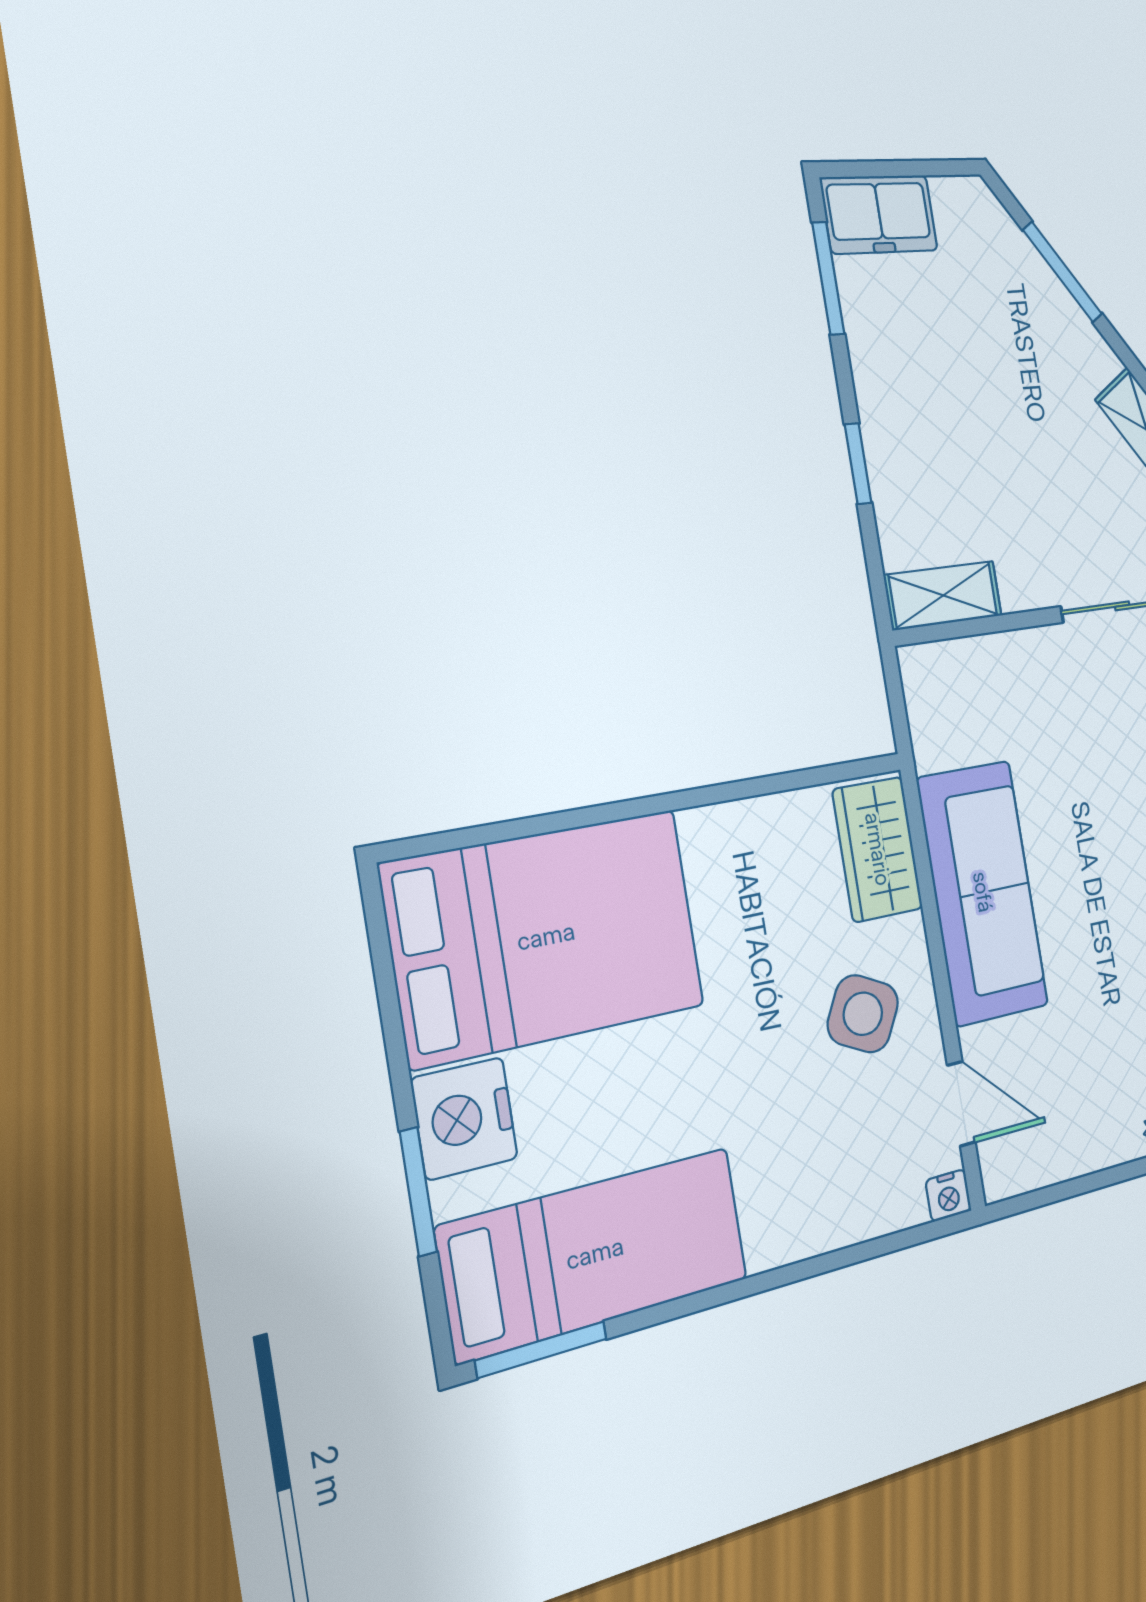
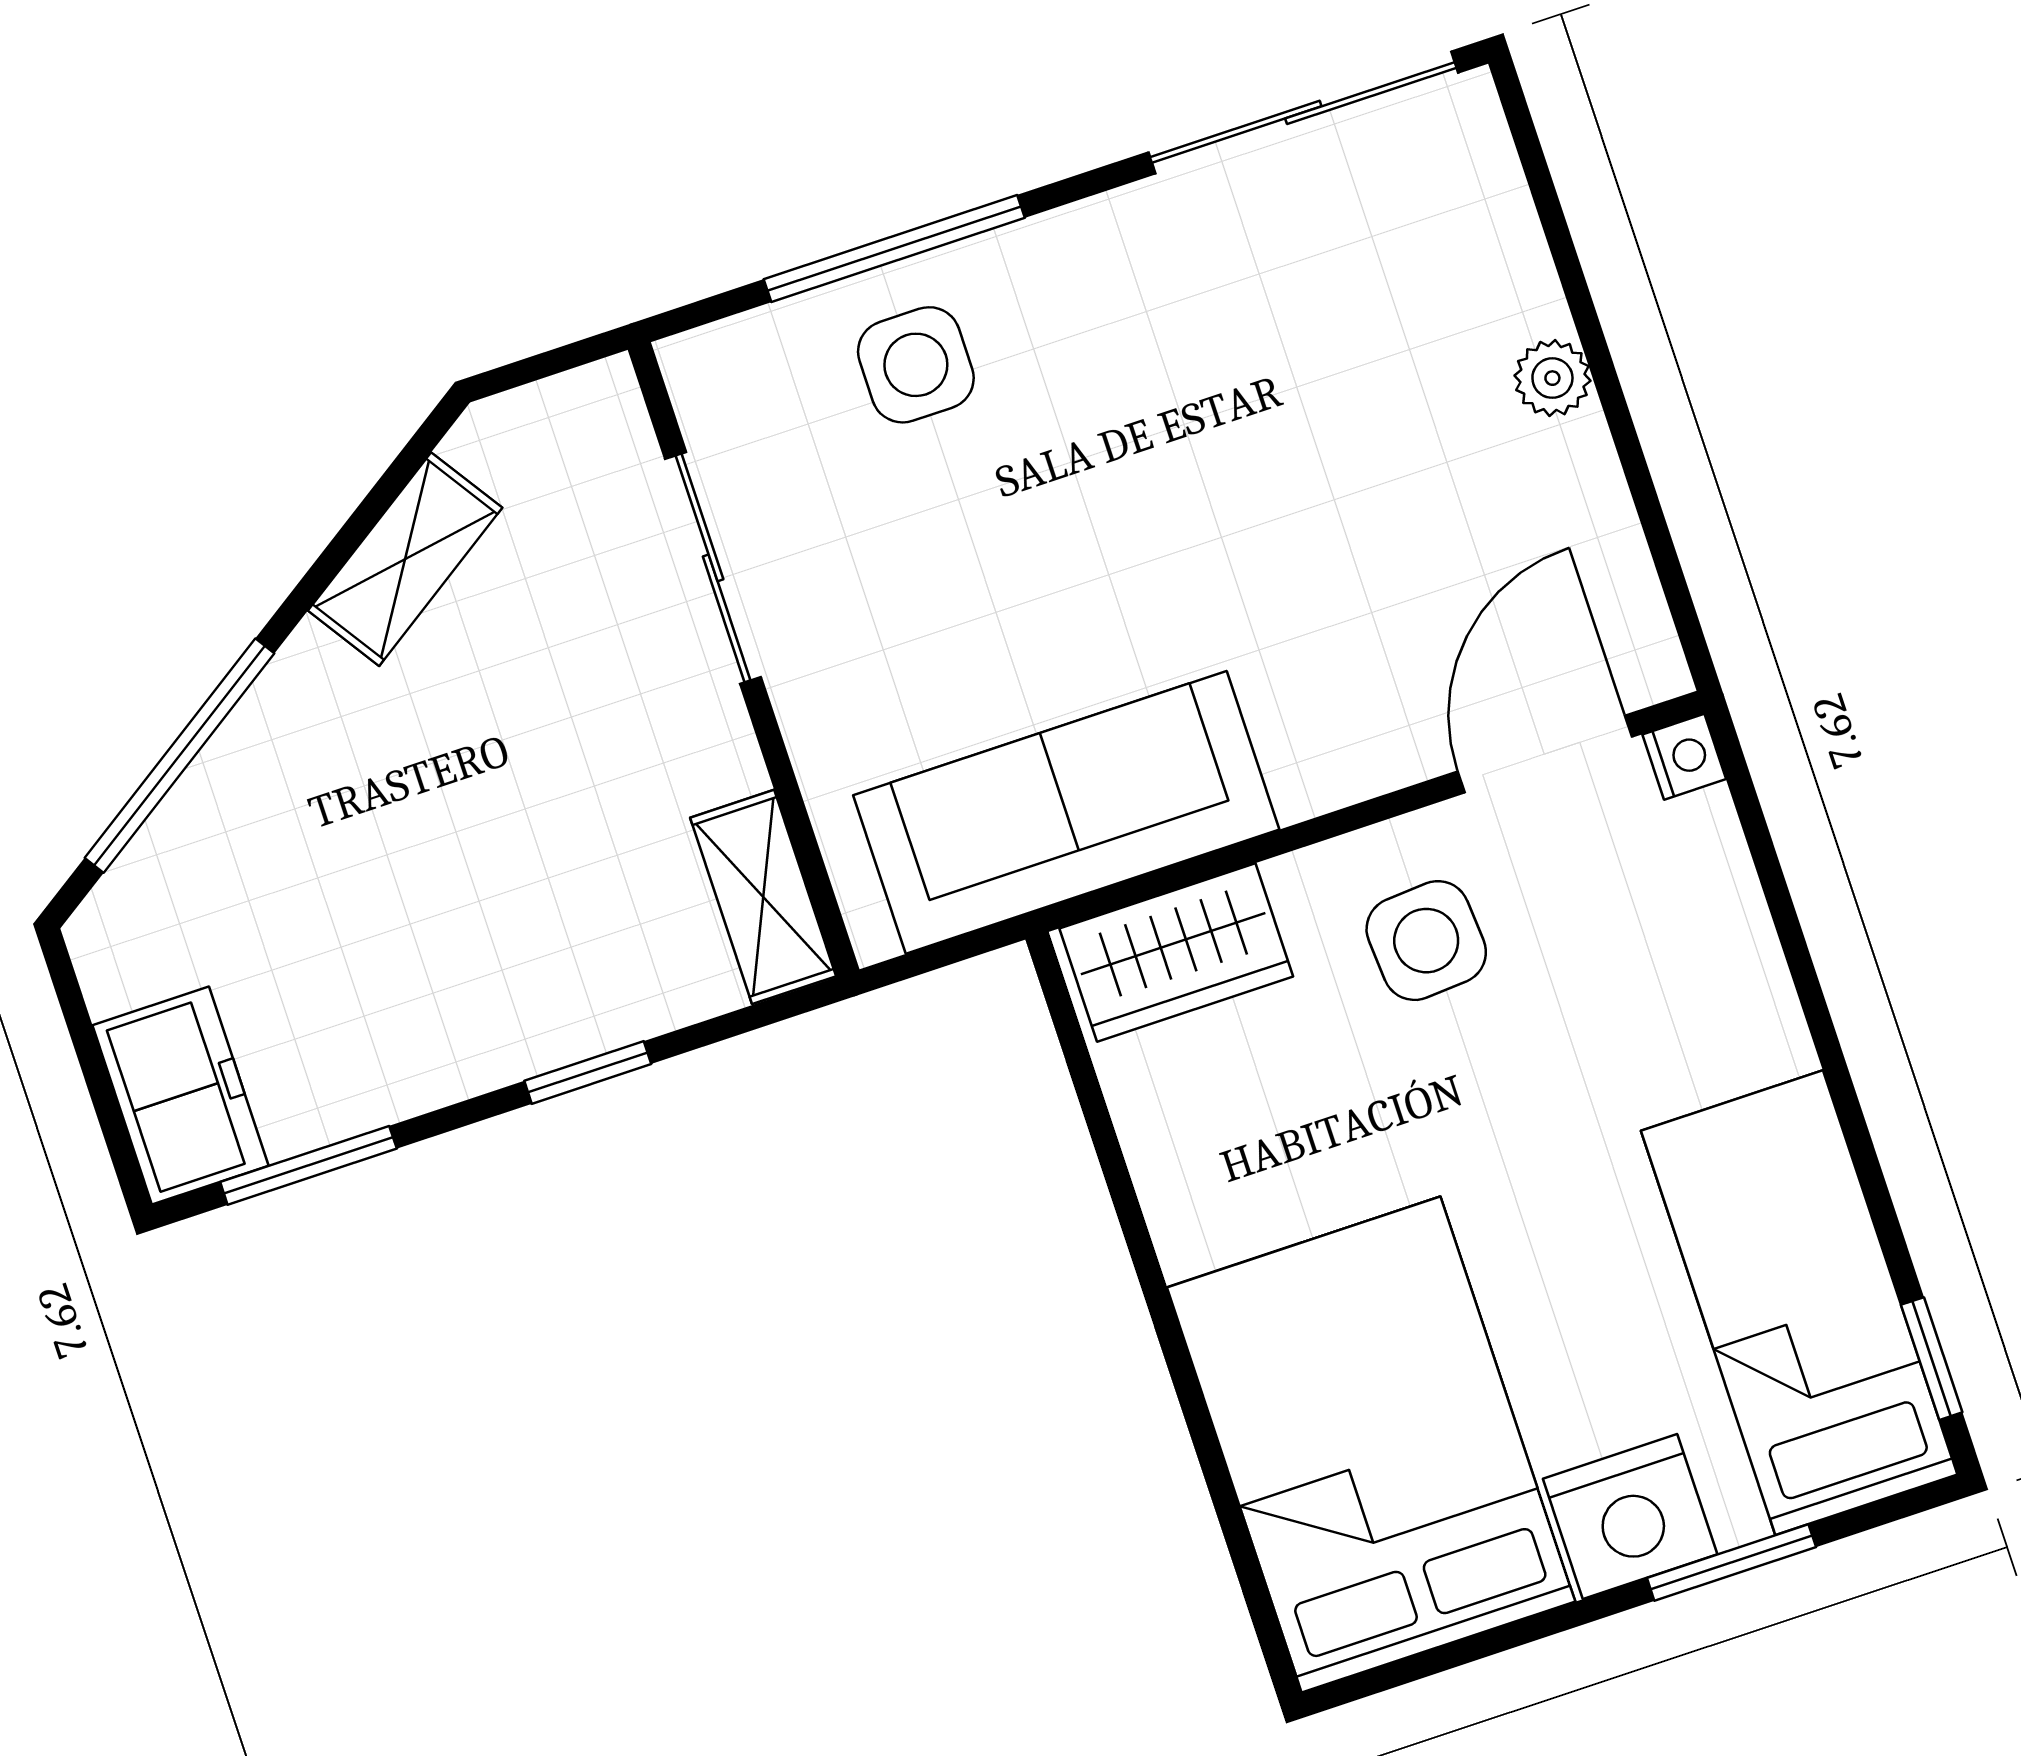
window: (1063, 272) -> (180, 756), width x1.44
sofa: (983, 892) -> (1066, 812), moved
side table: (863, 1014) -> (1426, 941), turned -31
door: (961, 1104) -> (1545, 754), width x1.38
window: (541, 1350) -> (1932, 1359), width x0.67

